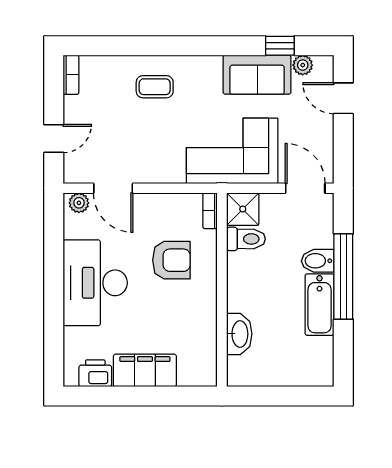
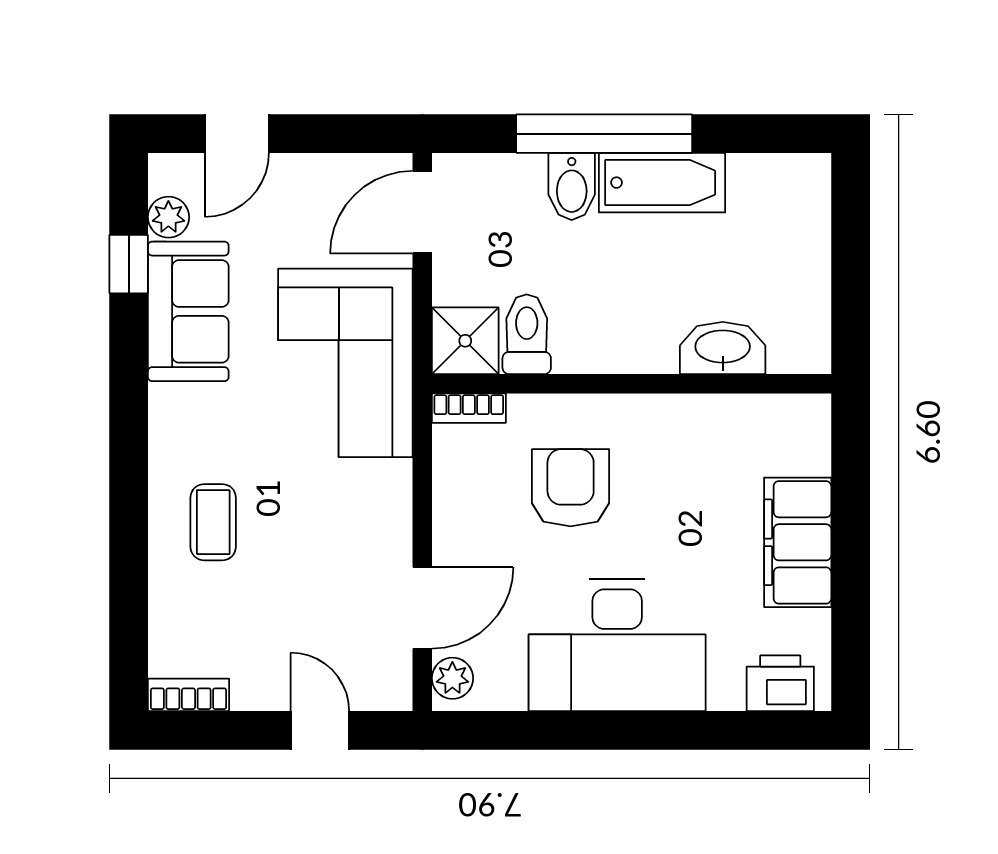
printer: (95, 373) -> (780, 683), moved, turned 90

